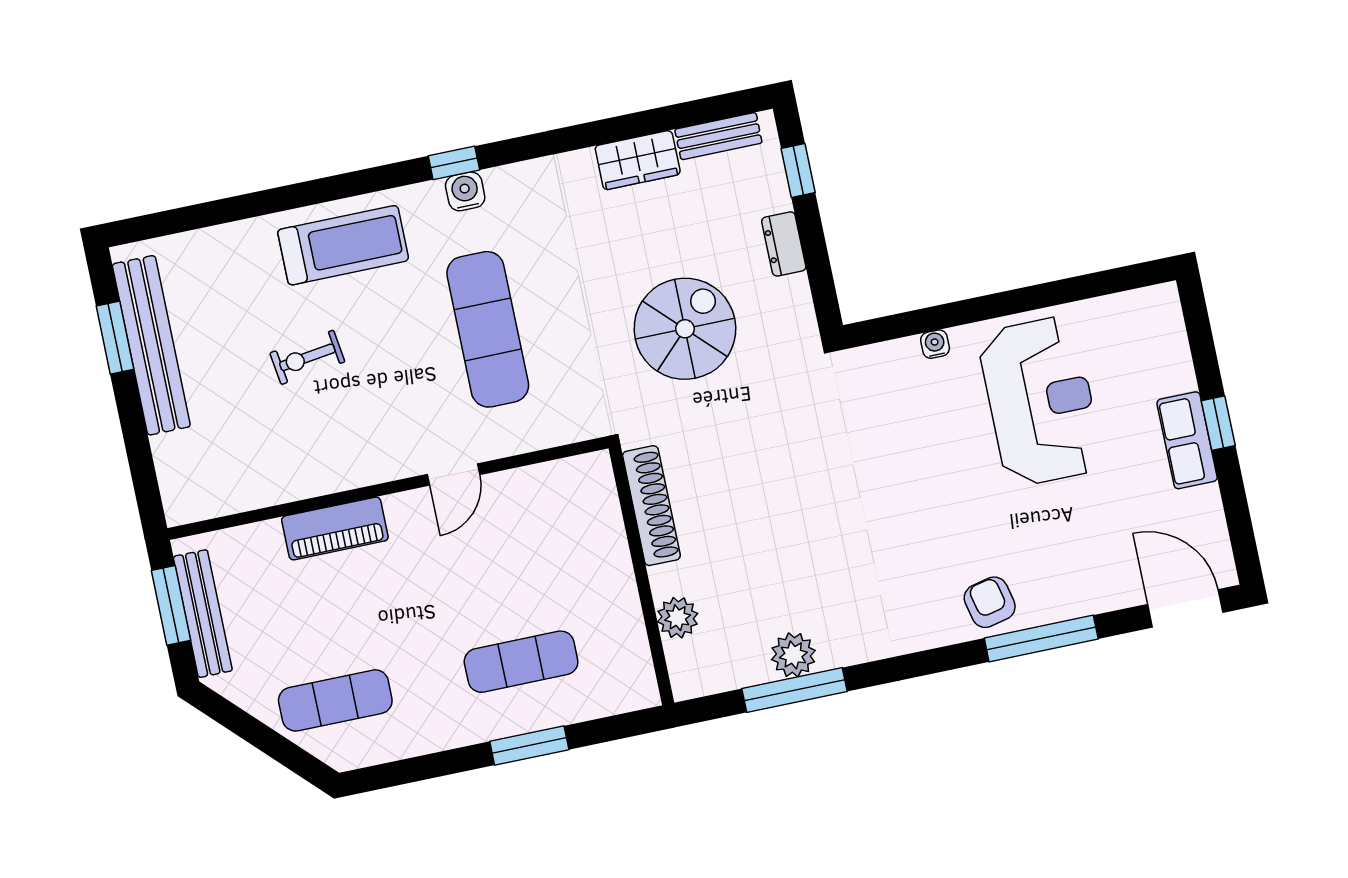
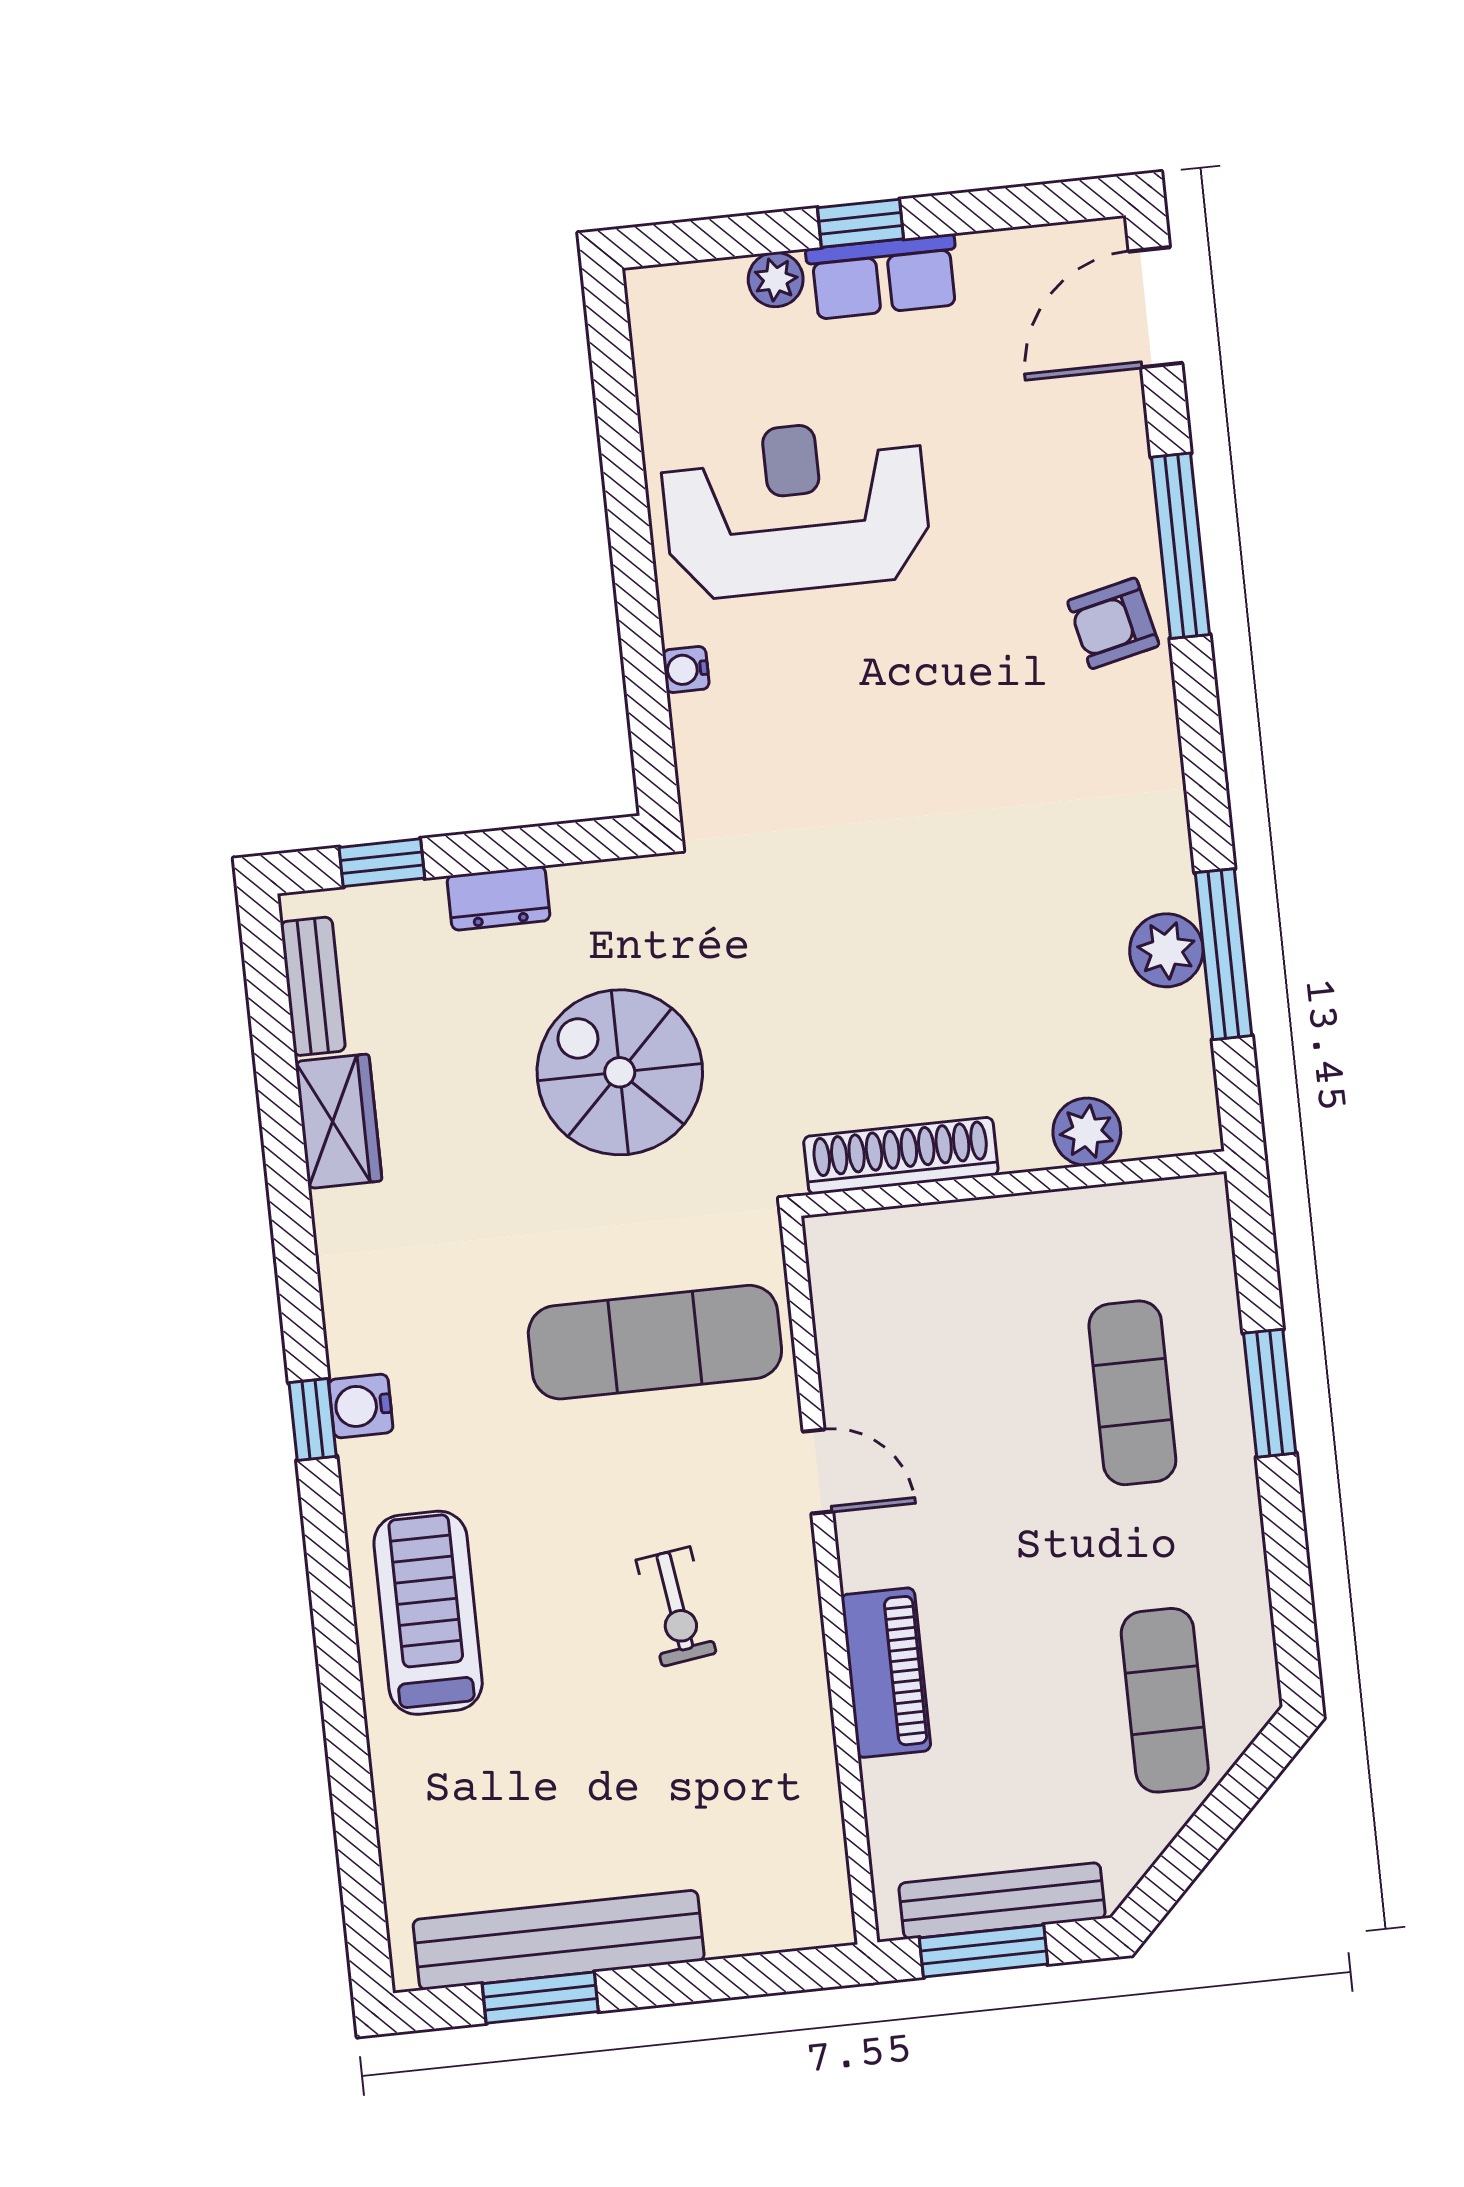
exercise mat: (488, 329) -> (655, 1342), moved
exercise bike: (307, 357) -> (676, 1607), moved
plant: (1179, 375) -> (776, 280), added

